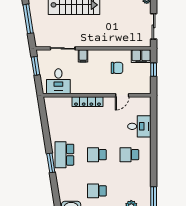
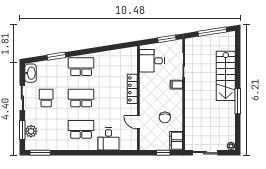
school desk: (97, 155) -> (81, 98), width x1.85
school desk: (129, 155) -> (81, 129), width x1.85
window: (51, 163) -> (56, 56), moved

